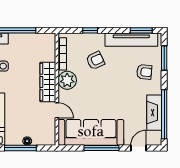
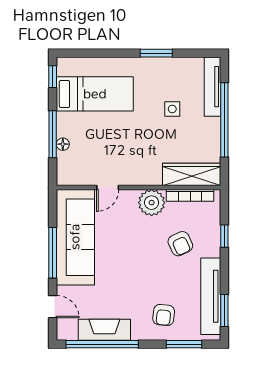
wardrobe: (48, 82) -> (192, 174), moved

